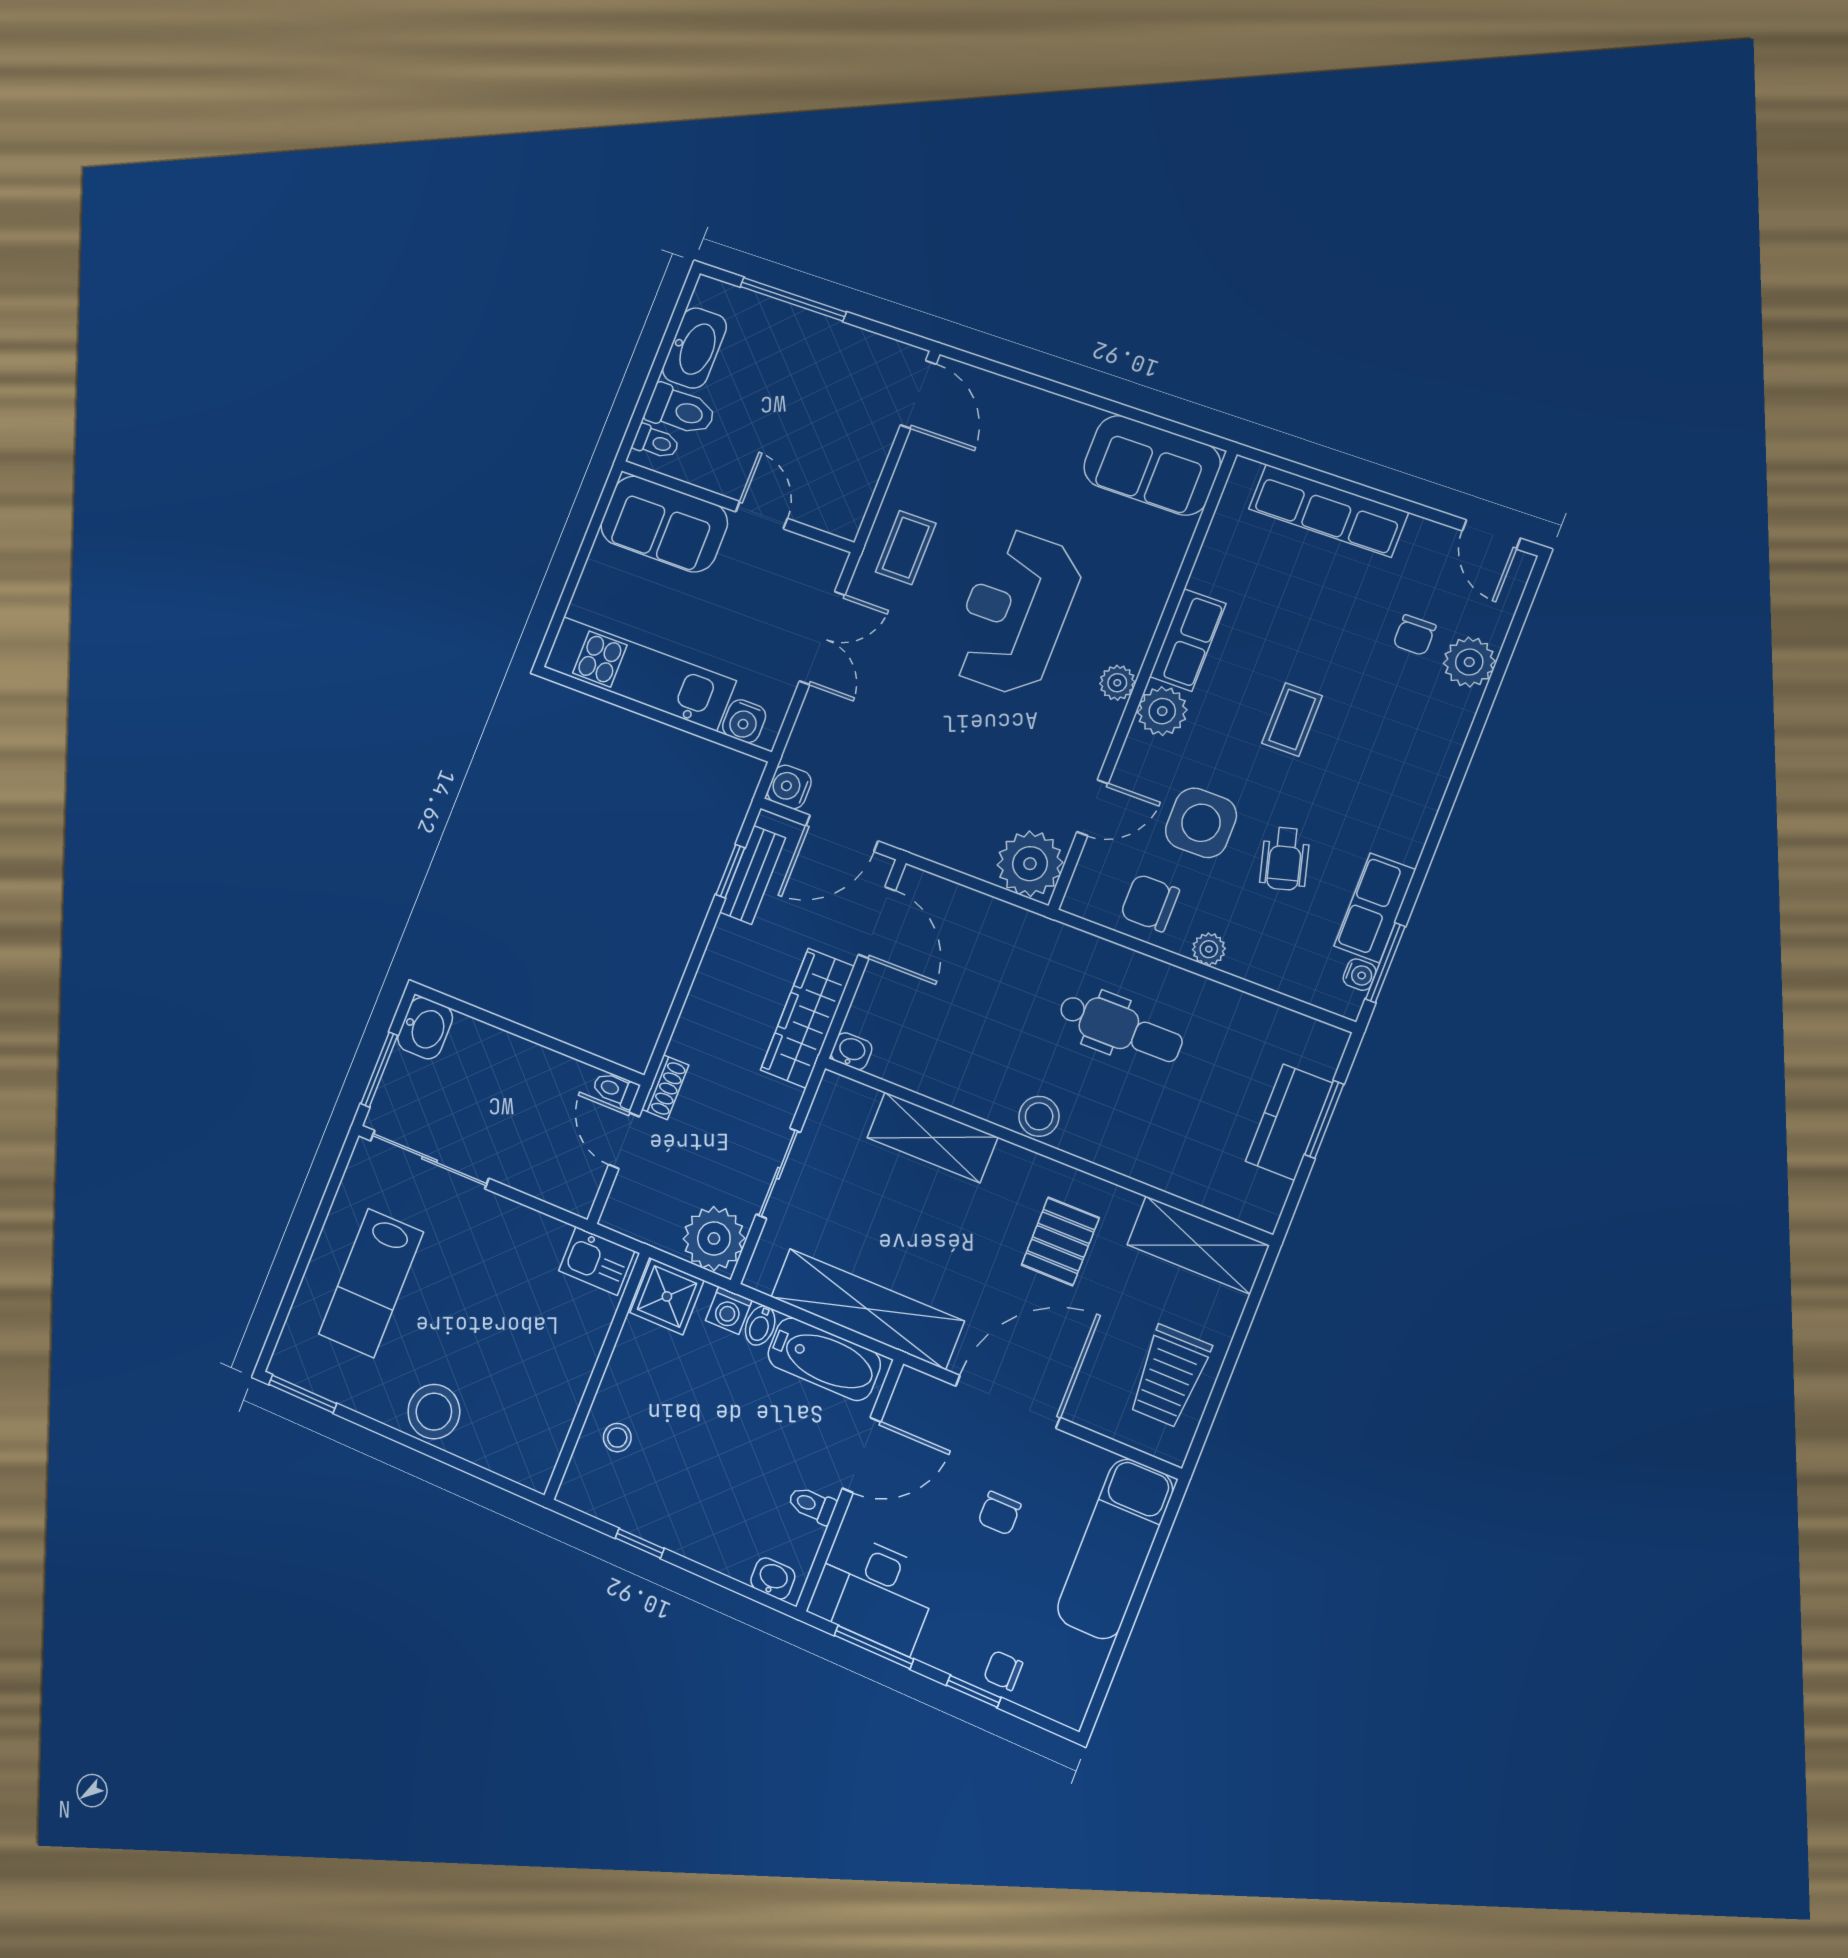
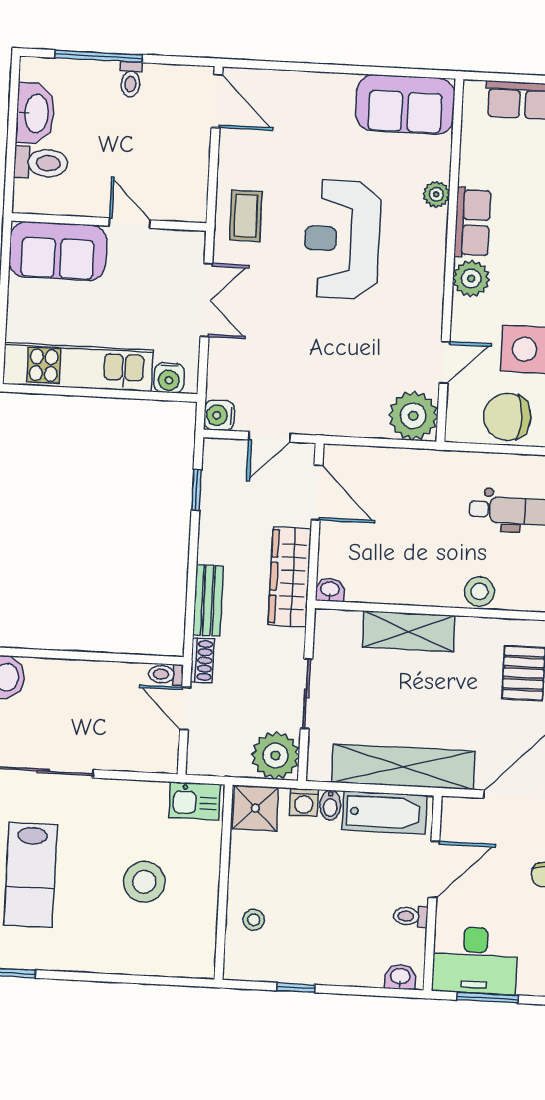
toilet: (656, 442) -> (131, 79), moved, turned 90
plant: (1117, 683) -> (436, 194), moved
door: (842, 833) -> (270, 437), width x0.73
bench: (752, 875) -> (208, 600), moved
chair: (1150, 903) -> (507, 417), width x1.37, depth x1.37
stool: (434, 1412) -> (144, 882), moved

